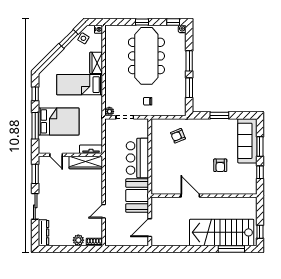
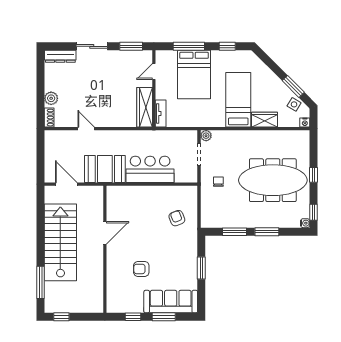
stairs: (222, 232) -> (60, 242), moved

